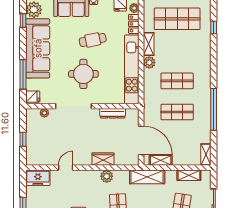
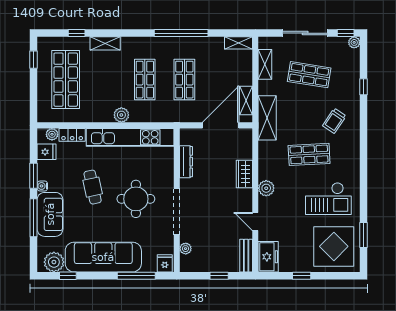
shelving: (149, 44) -> (105, 43), moved
bench: (39, 160) -> (246, 256), added
plant: (107, 176) -> (266, 188), moved

